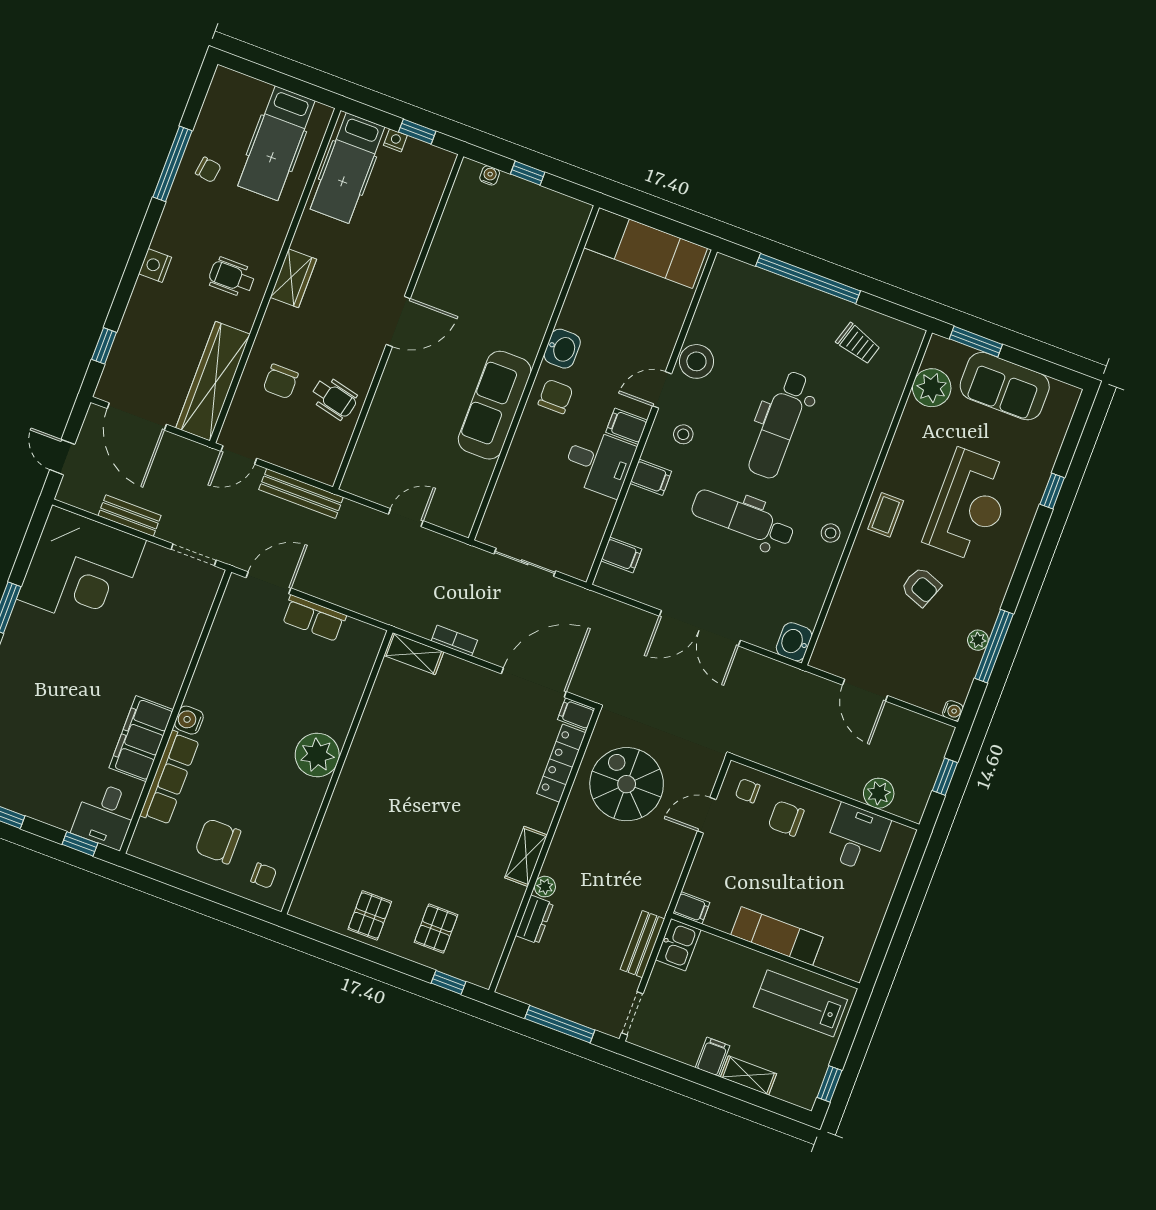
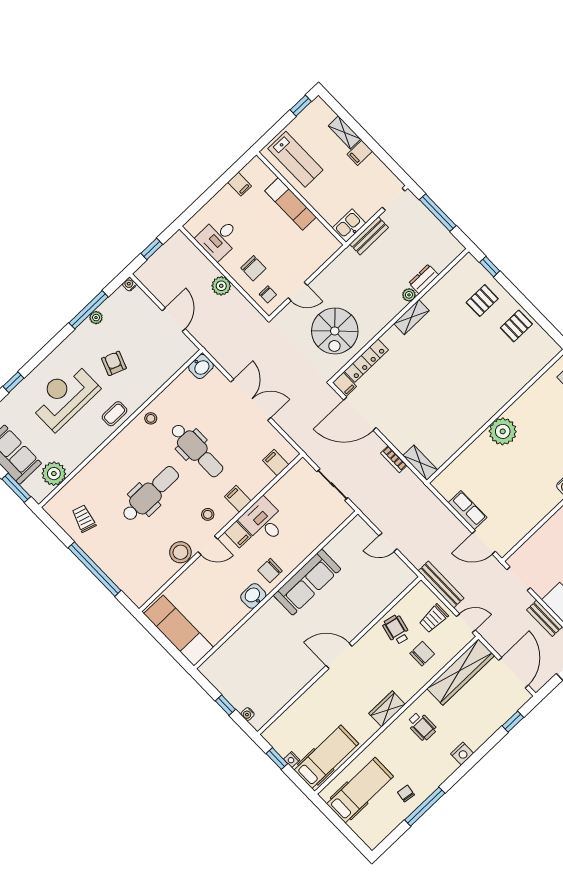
trolley: (288, 440) -> (434, 619), added
plant: (879, 793) -> (221, 286), moved
filing cabinet: (691, 908) -> (240, 184), moved, turned 180

